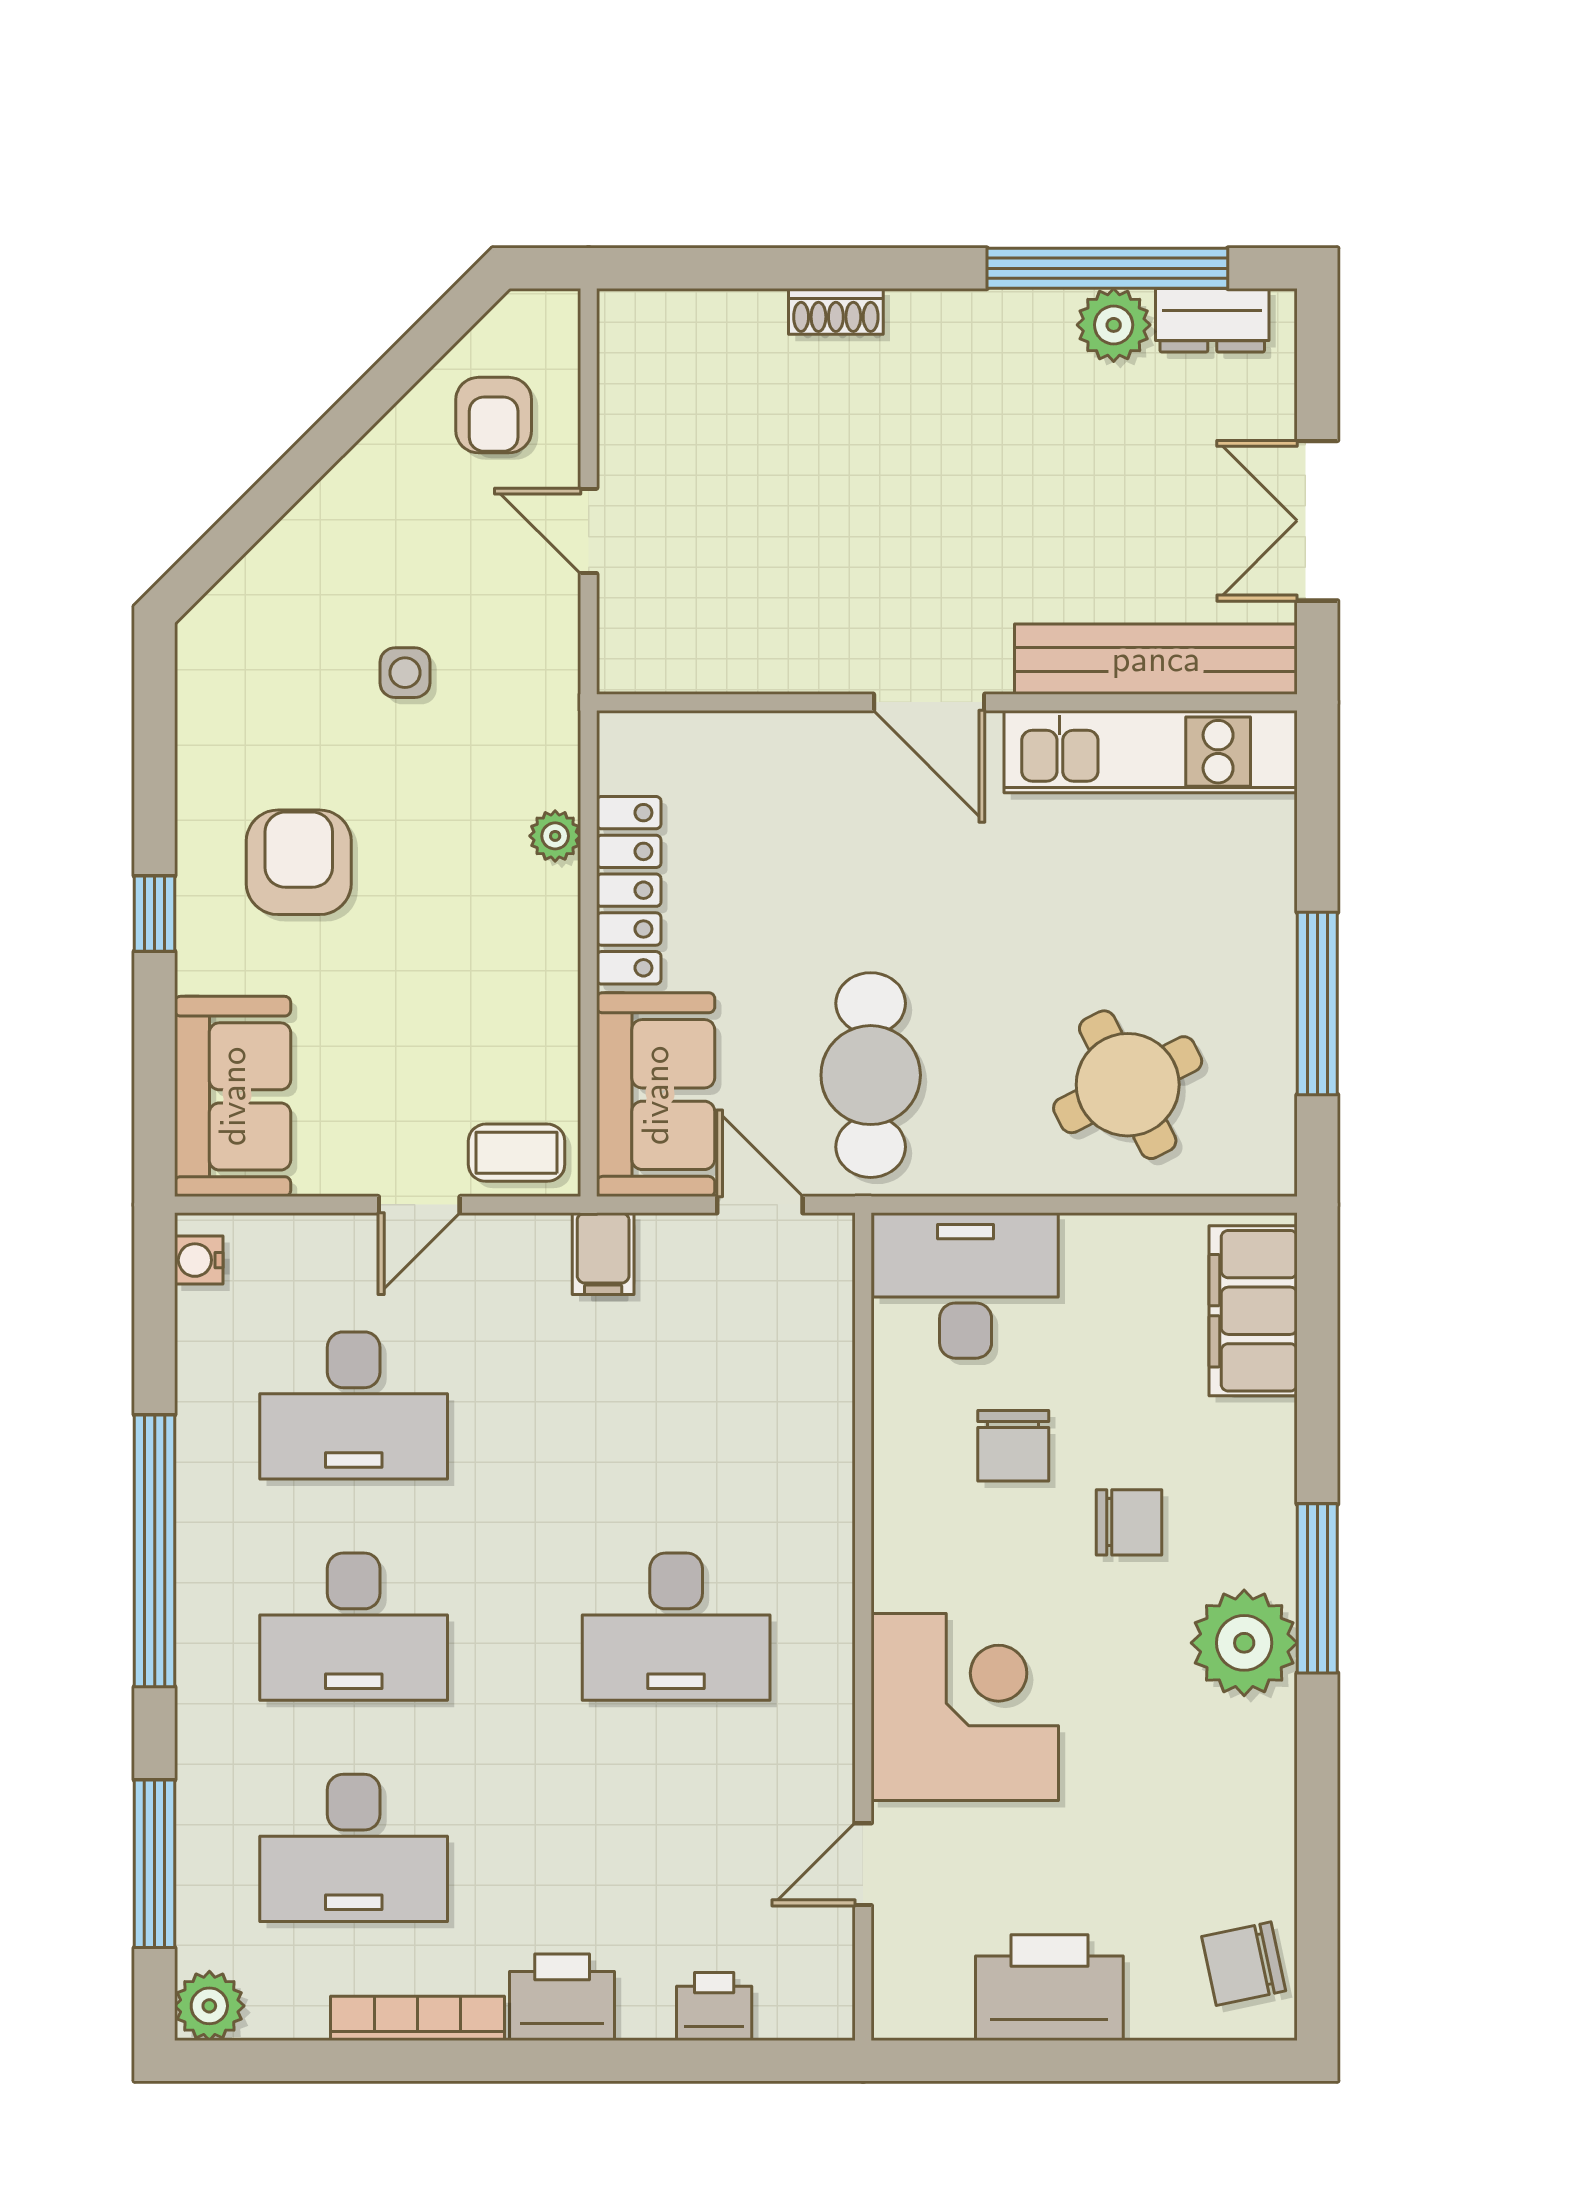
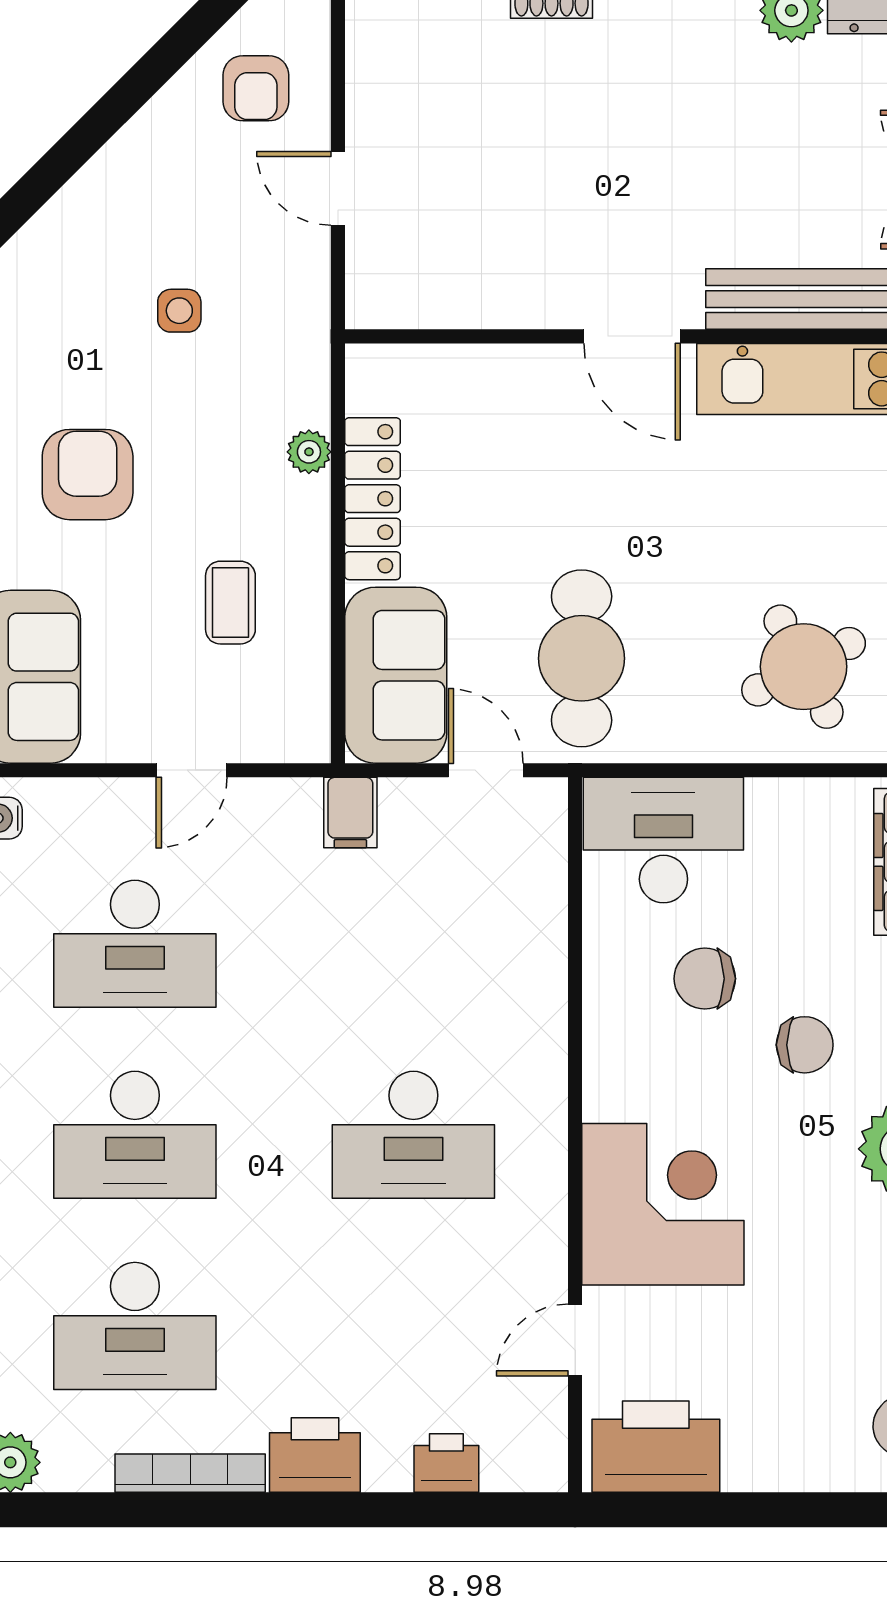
coffee table: (517, 1153) -> (230, 603), moved, turned 90
chair: (1013, 1446) -> (705, 979), turned 90
printer: (1049, 1988) -> (656, 1447), moved

